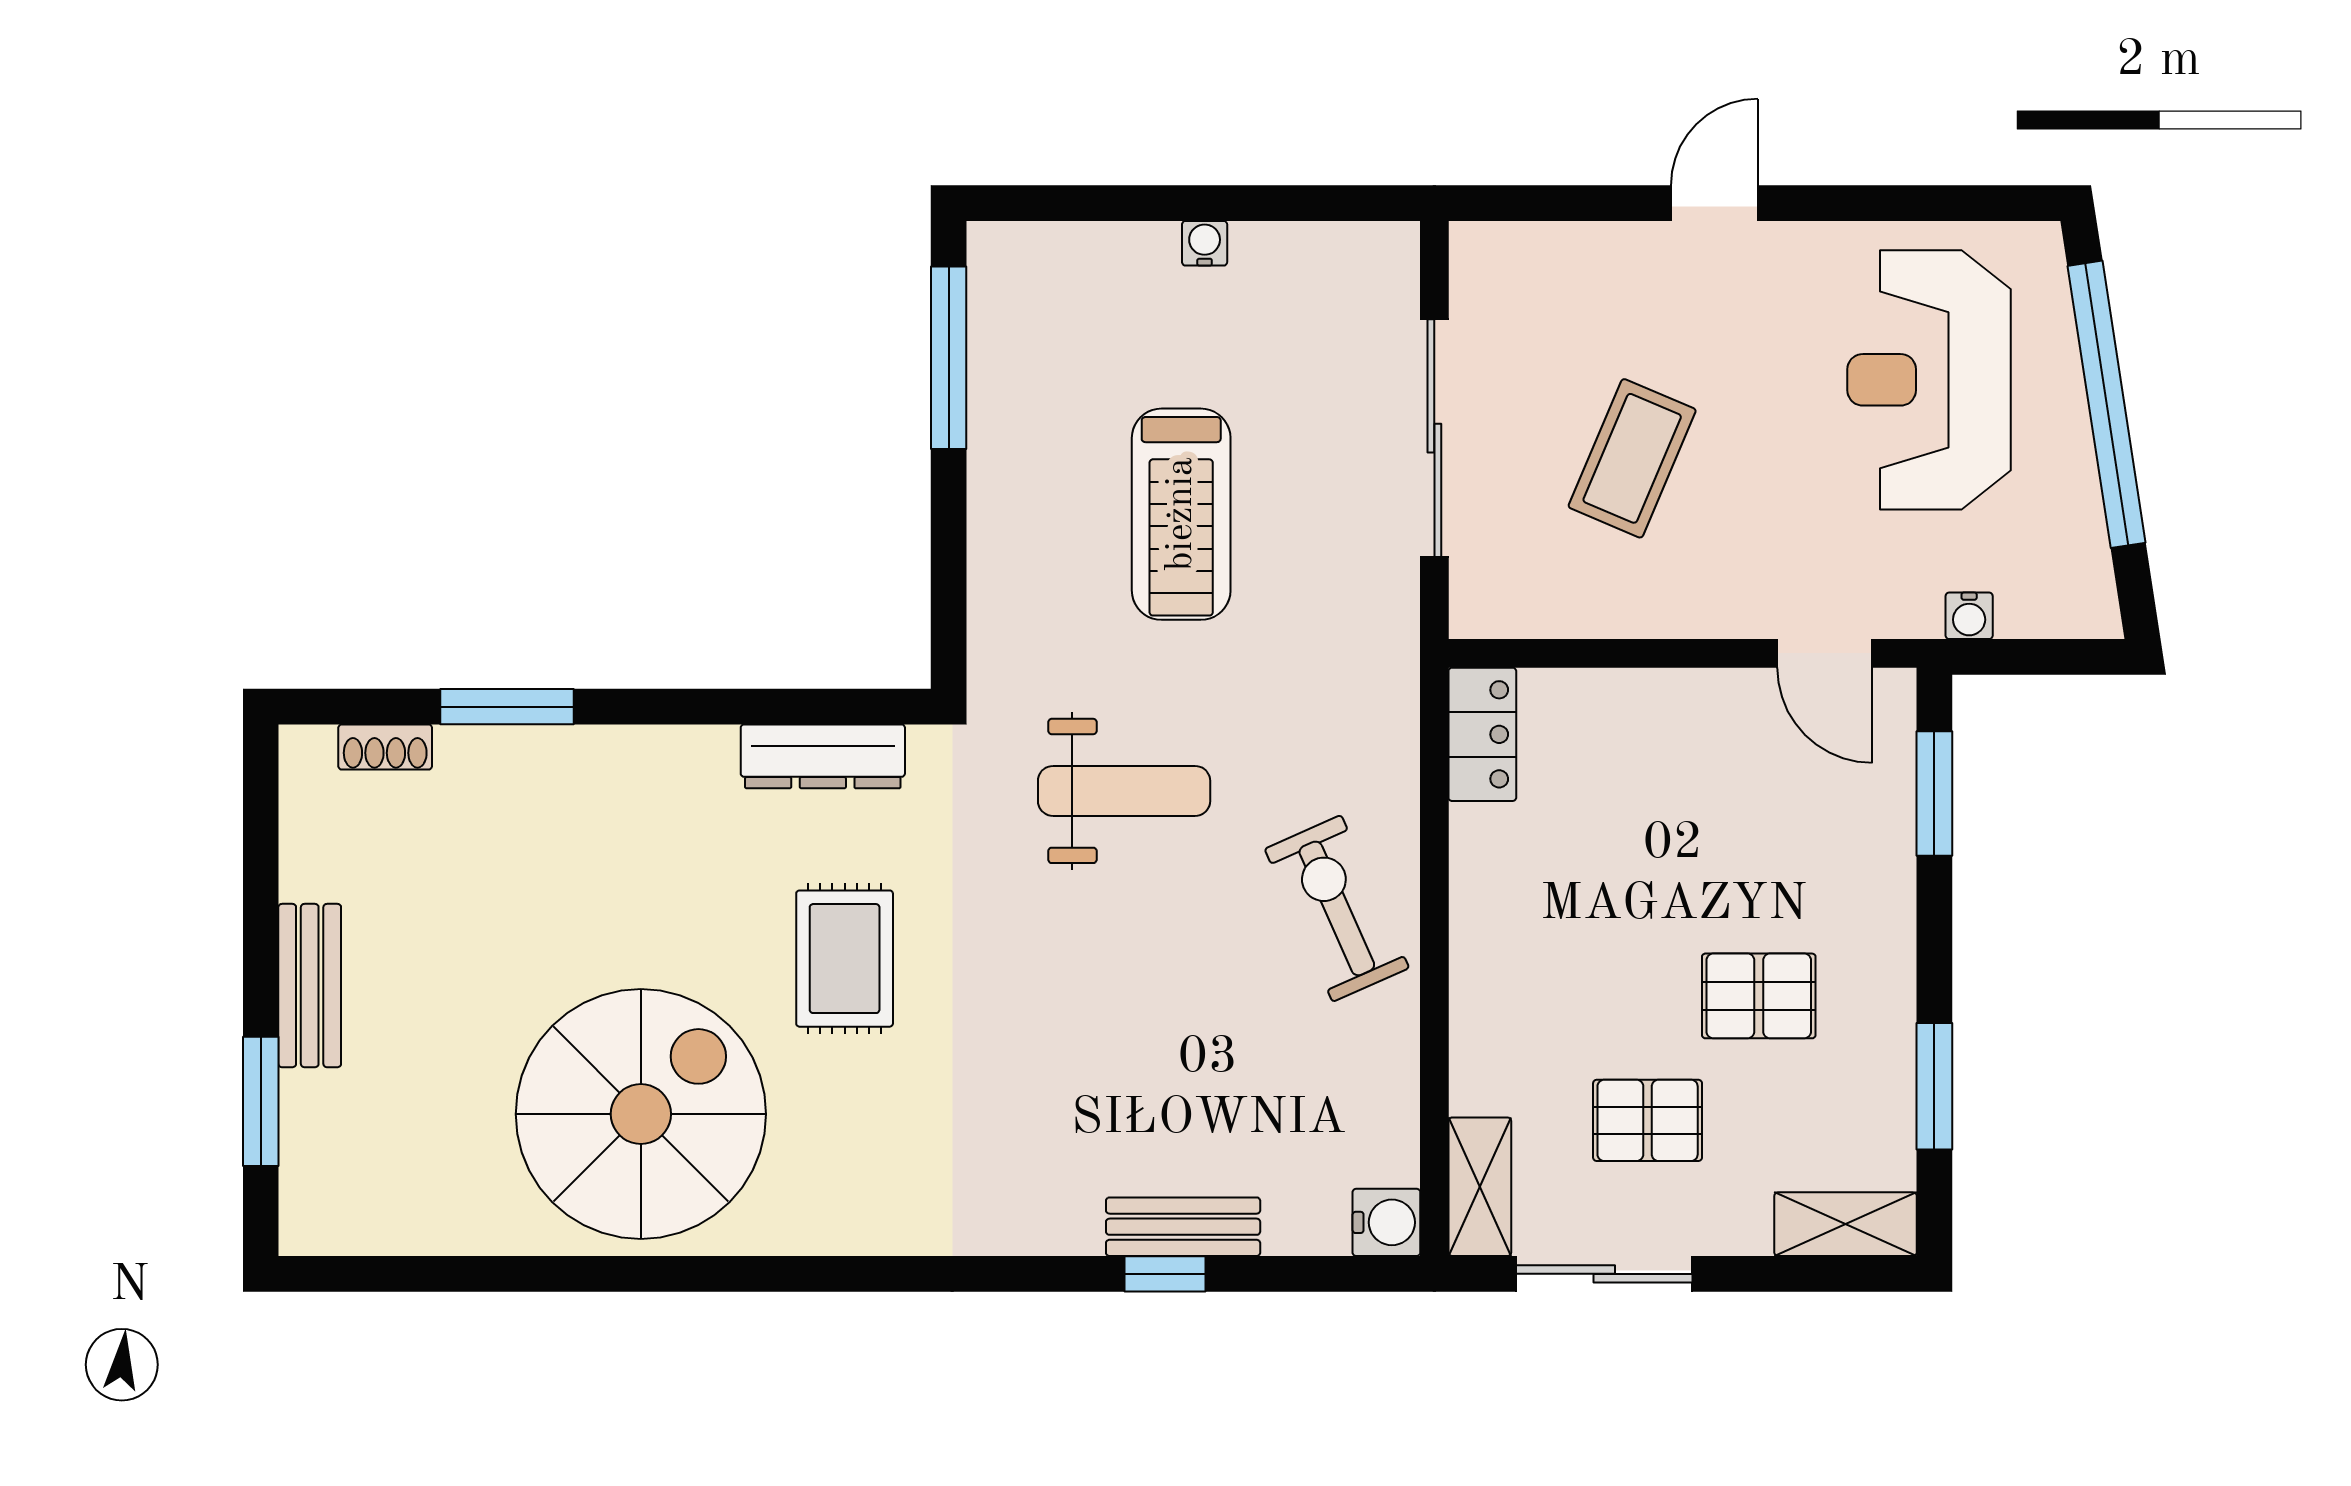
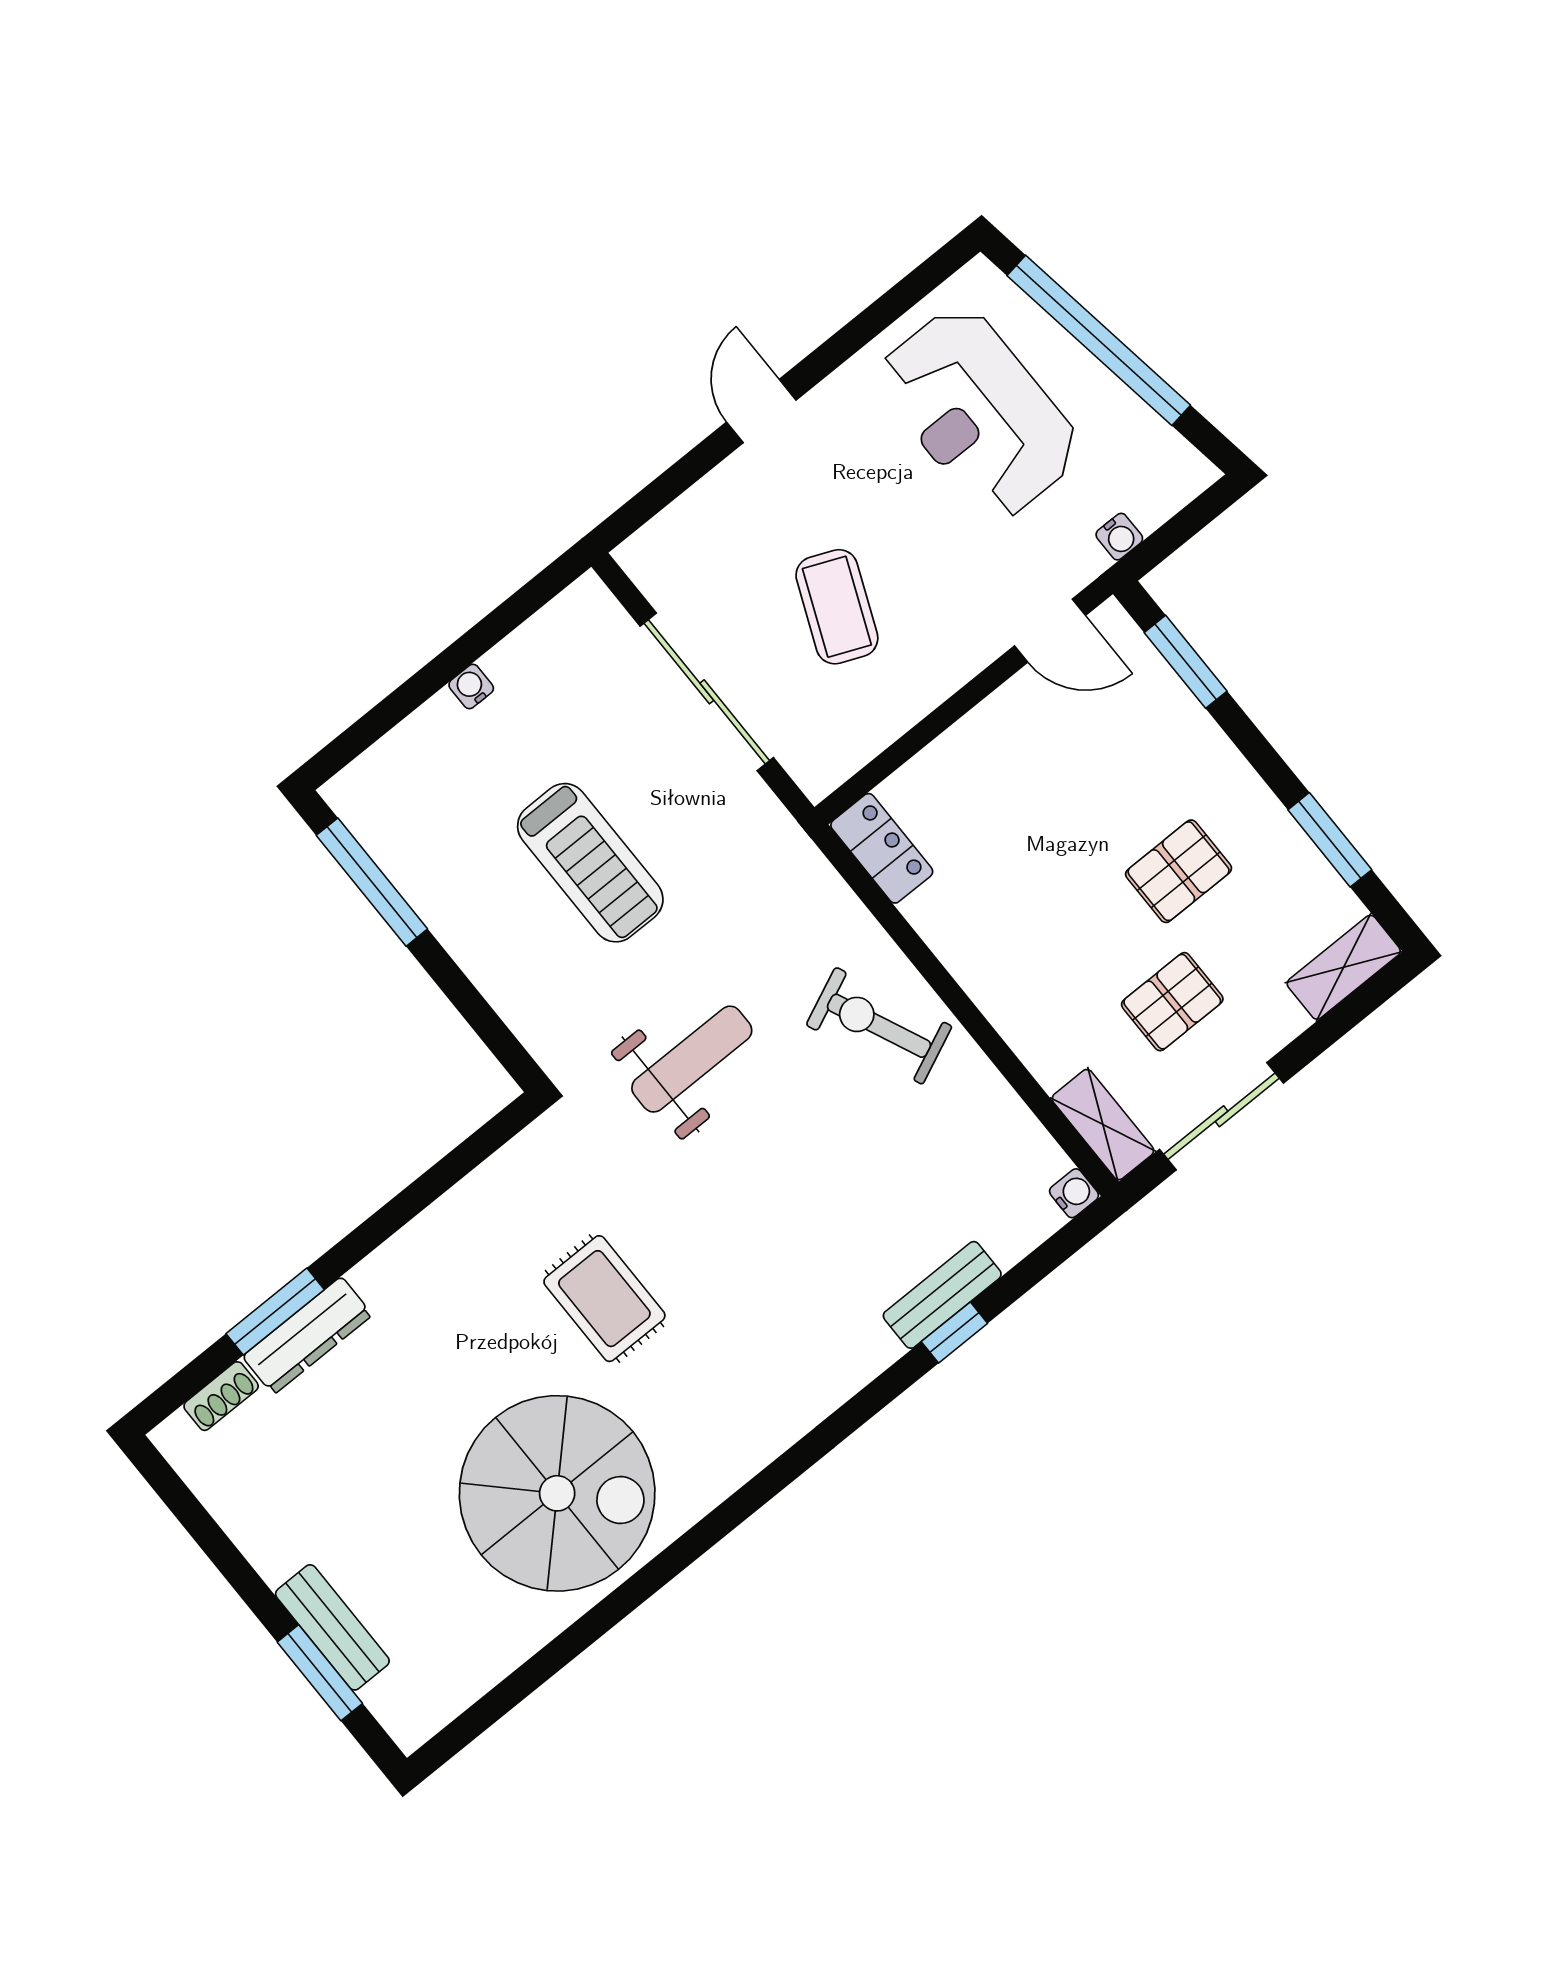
dresser: (823, 756) -> (307, 1336), moved
bench: (310, 986) -> (332, 1627), moved
spiral stairs: (641, 1114) -> (557, 1493), turned 90
water cooler: (1386, 1222) -> (1074, 1193), width x0.72, depth x0.72

